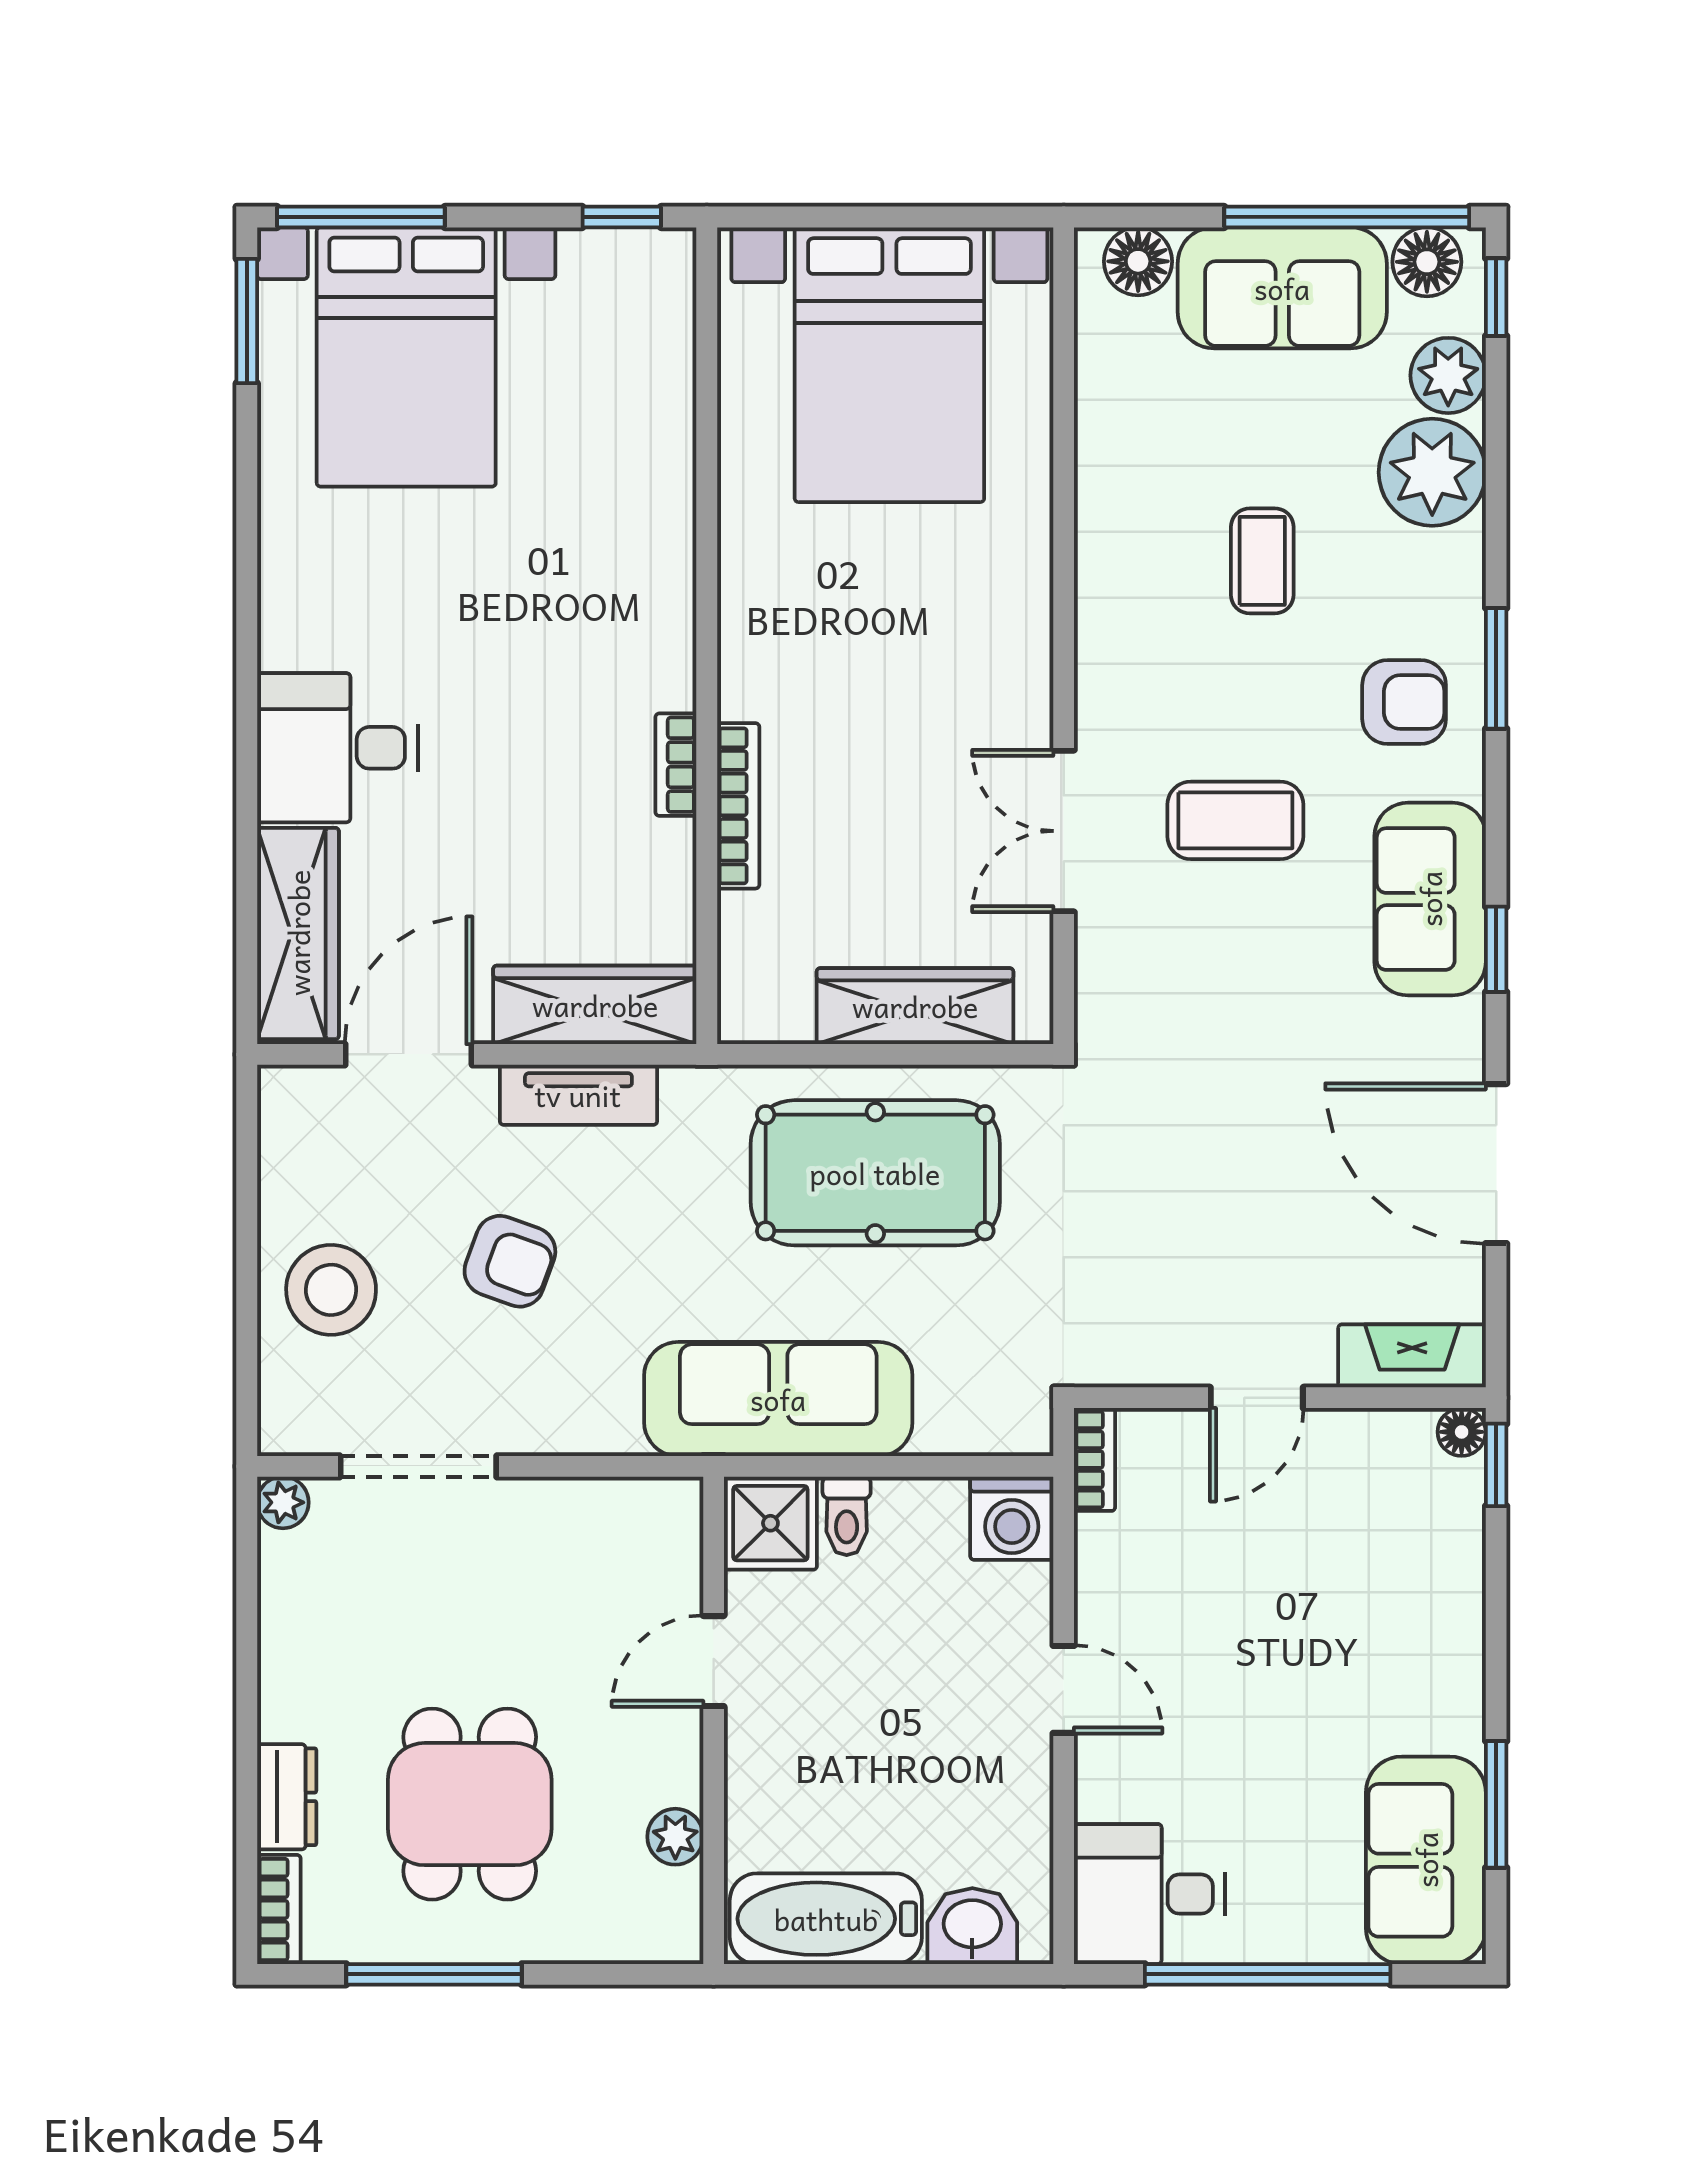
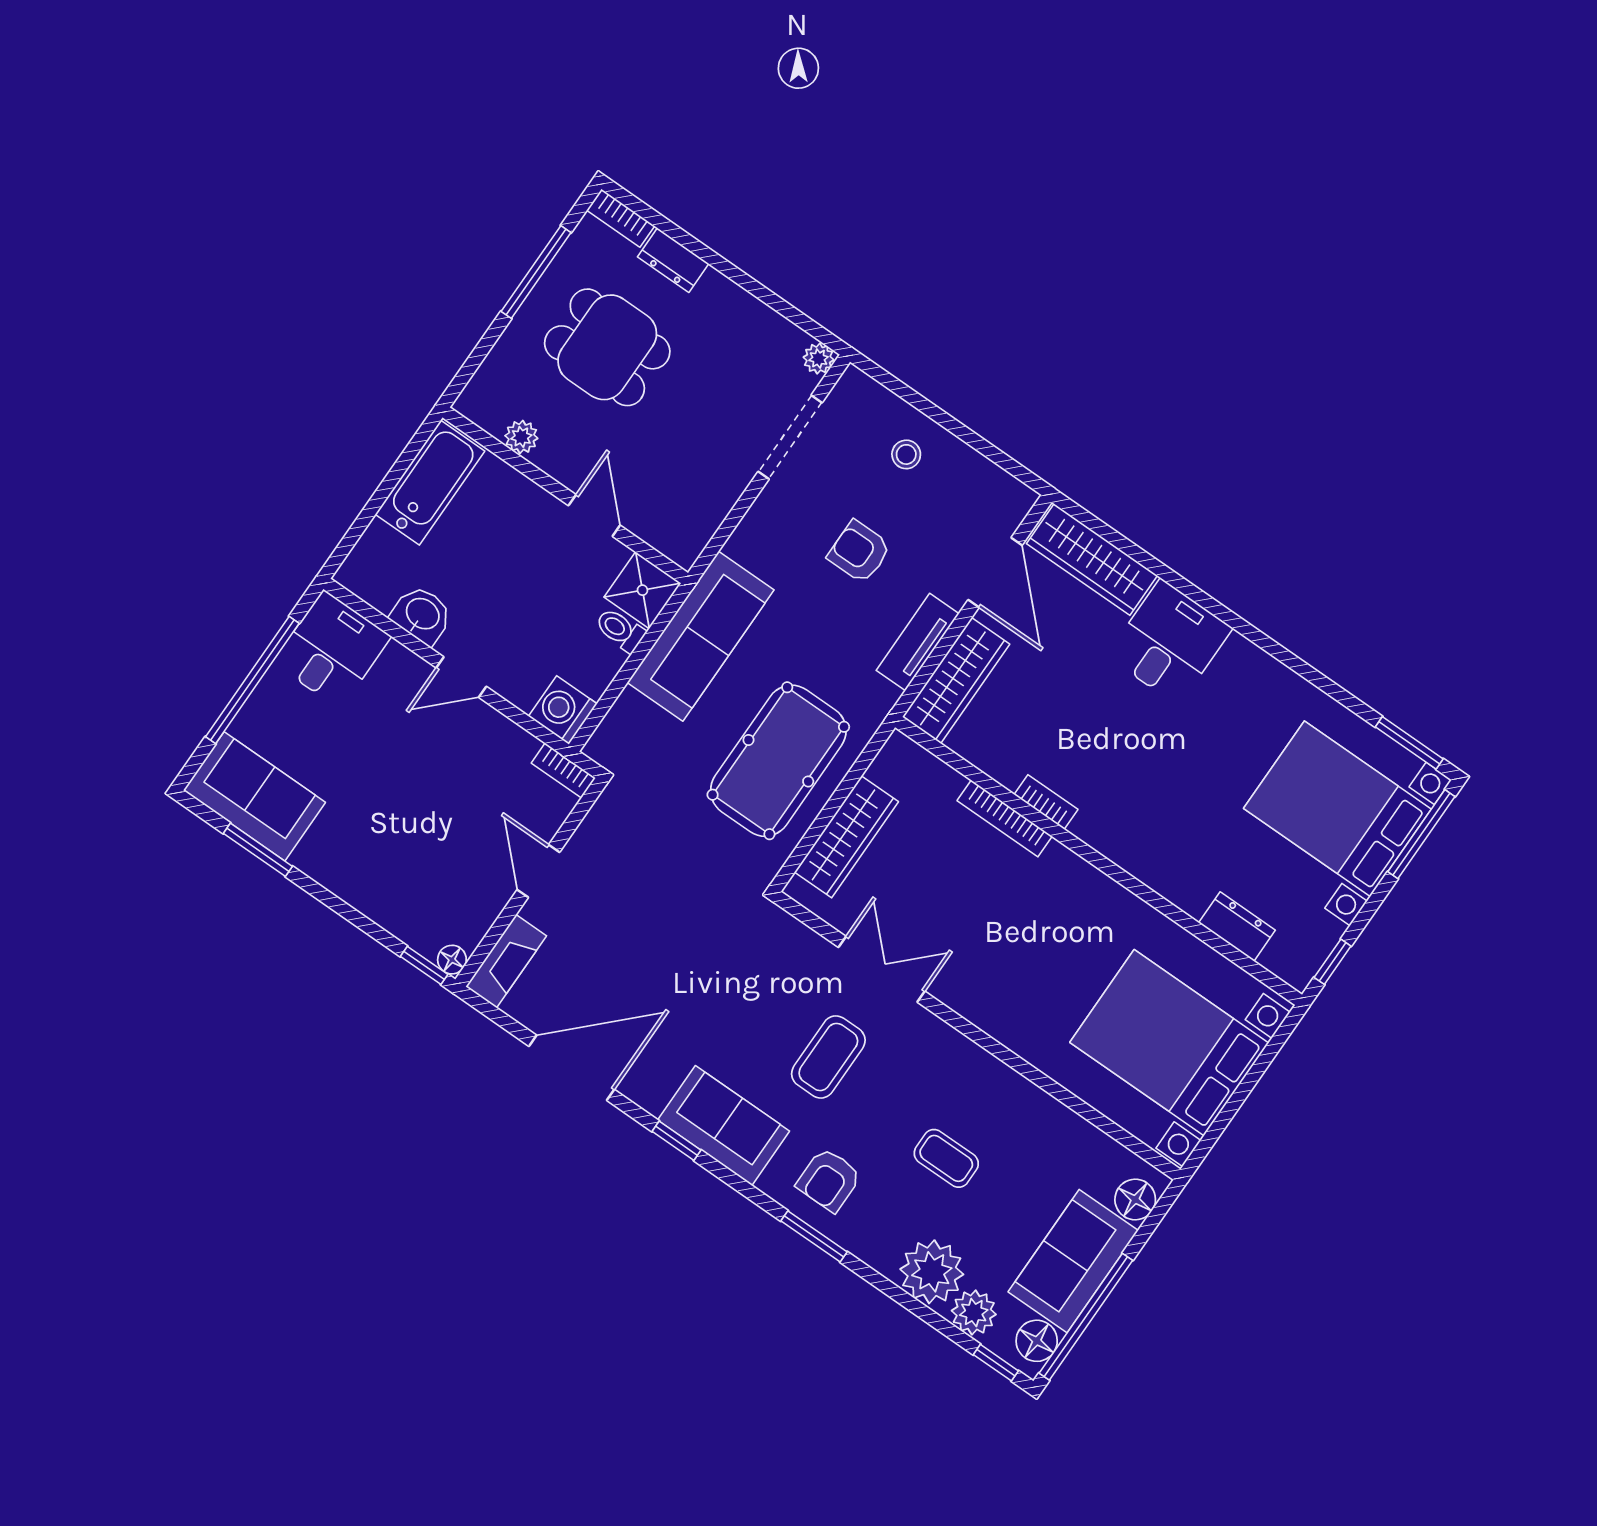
dresser: (665, 383) -> (1237, 926), added
armchair: (510, 1261) -> (859, 552), turned 70
stool: (331, 1290) -> (906, 454), width x0.53, depth x0.53
washbasin: (972, 1926) -> (422, 615), moved, turned -90

